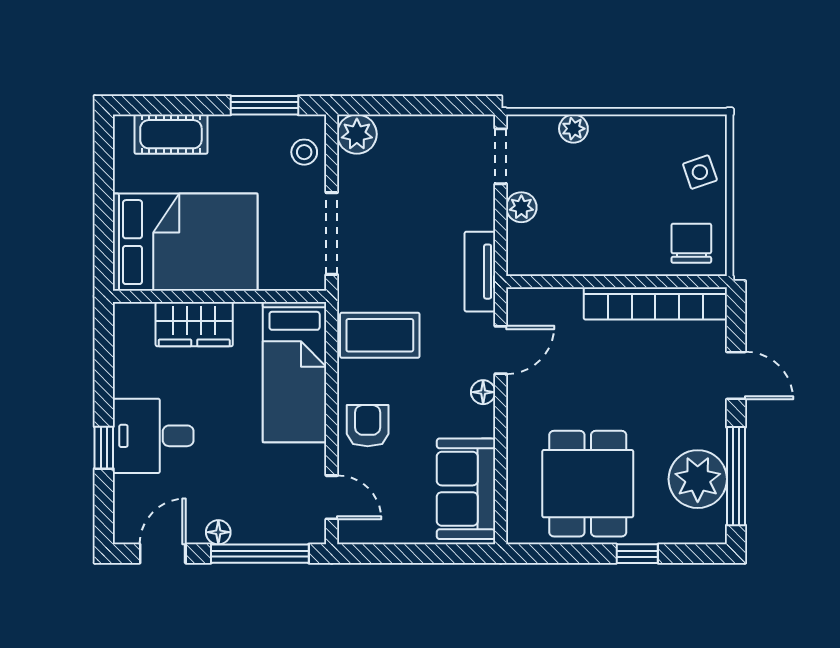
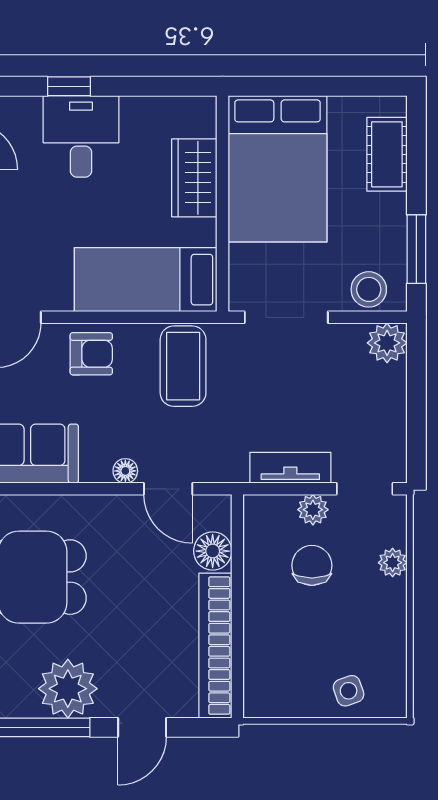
stool: (304, 152) -> (369, 289), width x1.37, depth x1.37
chair: (691, 243) -> (312, 565), moved, turned -90
tv unit: (480, 272) -> (290, 468), moved
floor lamp: (562, 306) -> (213, 551), added
plant: (698, 479) -> (68, 689), moved

